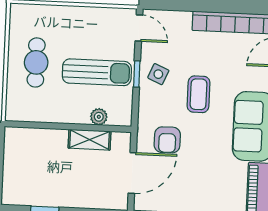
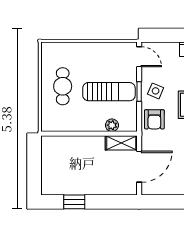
shelving: (90, 140) -> (121, 143), moved
armchair: (167, 140) -> (154, 119), moved

